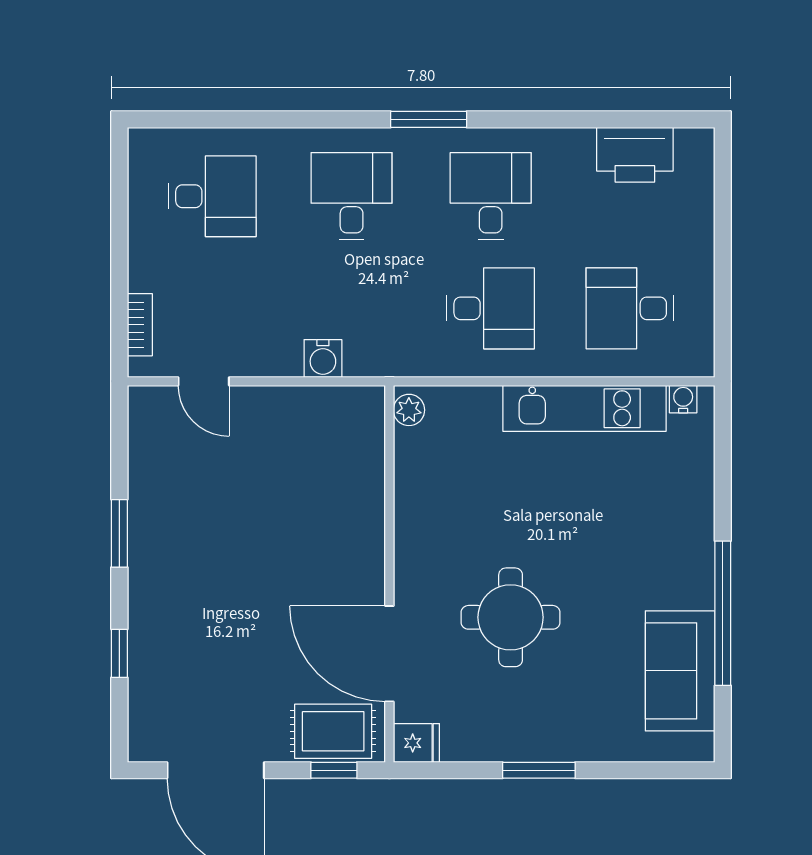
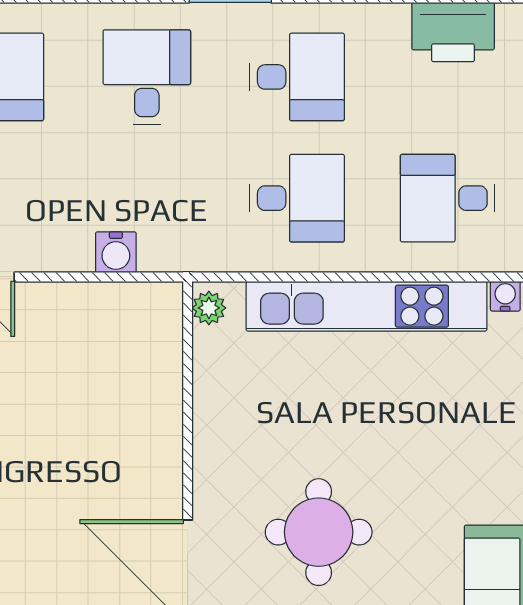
desk: (491, 196) -> (297, 77), turned 90
kitchen unit: (585, 408) -> (367, 306), width x1.36

